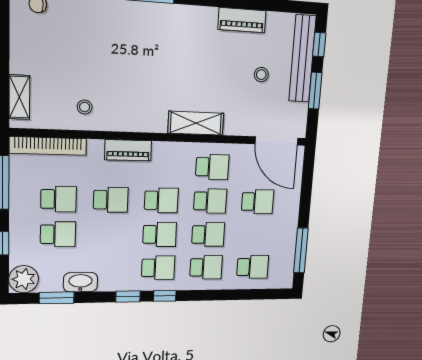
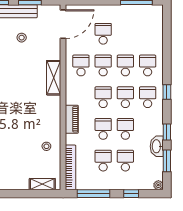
school desk: (253, 267) -> (125, 129), moved
plant: (24, 279) -> (158, 185), width x0.53, depth x0.53
window: (128, 297) -> (167, 132), moved

